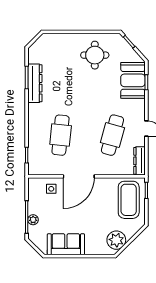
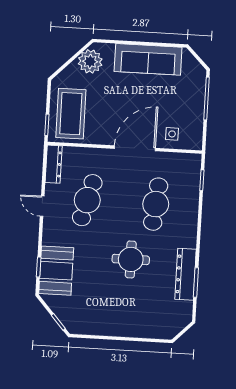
round table: (95, 55) -> (131, 259), moved
plant: (33, 220) -> (198, 95), removed
sofa: (66, 244) -> (148, 59), width x1.36

